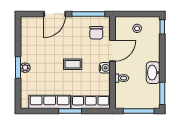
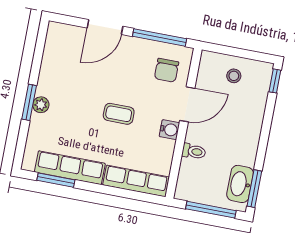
washbasin: (153, 73) -> (240, 184), moved
window: (70, 111) -> (56, 180), moved

